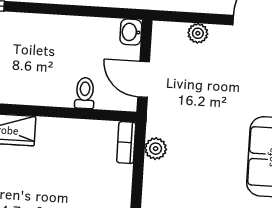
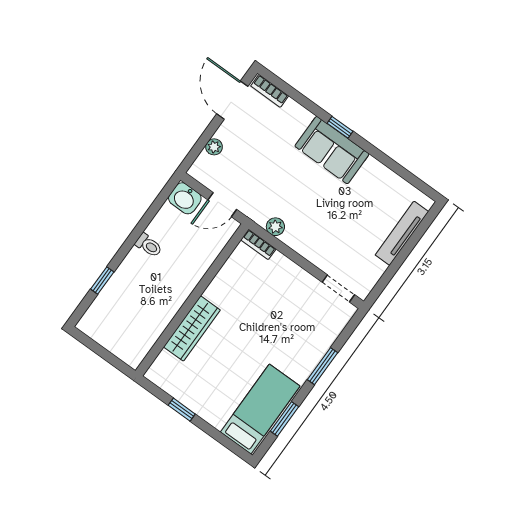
washbasin: (131, 32) -> (185, 198), width x1.38, depth x1.45
toilet: (85, 93) -> (149, 245), moved, turned 180

